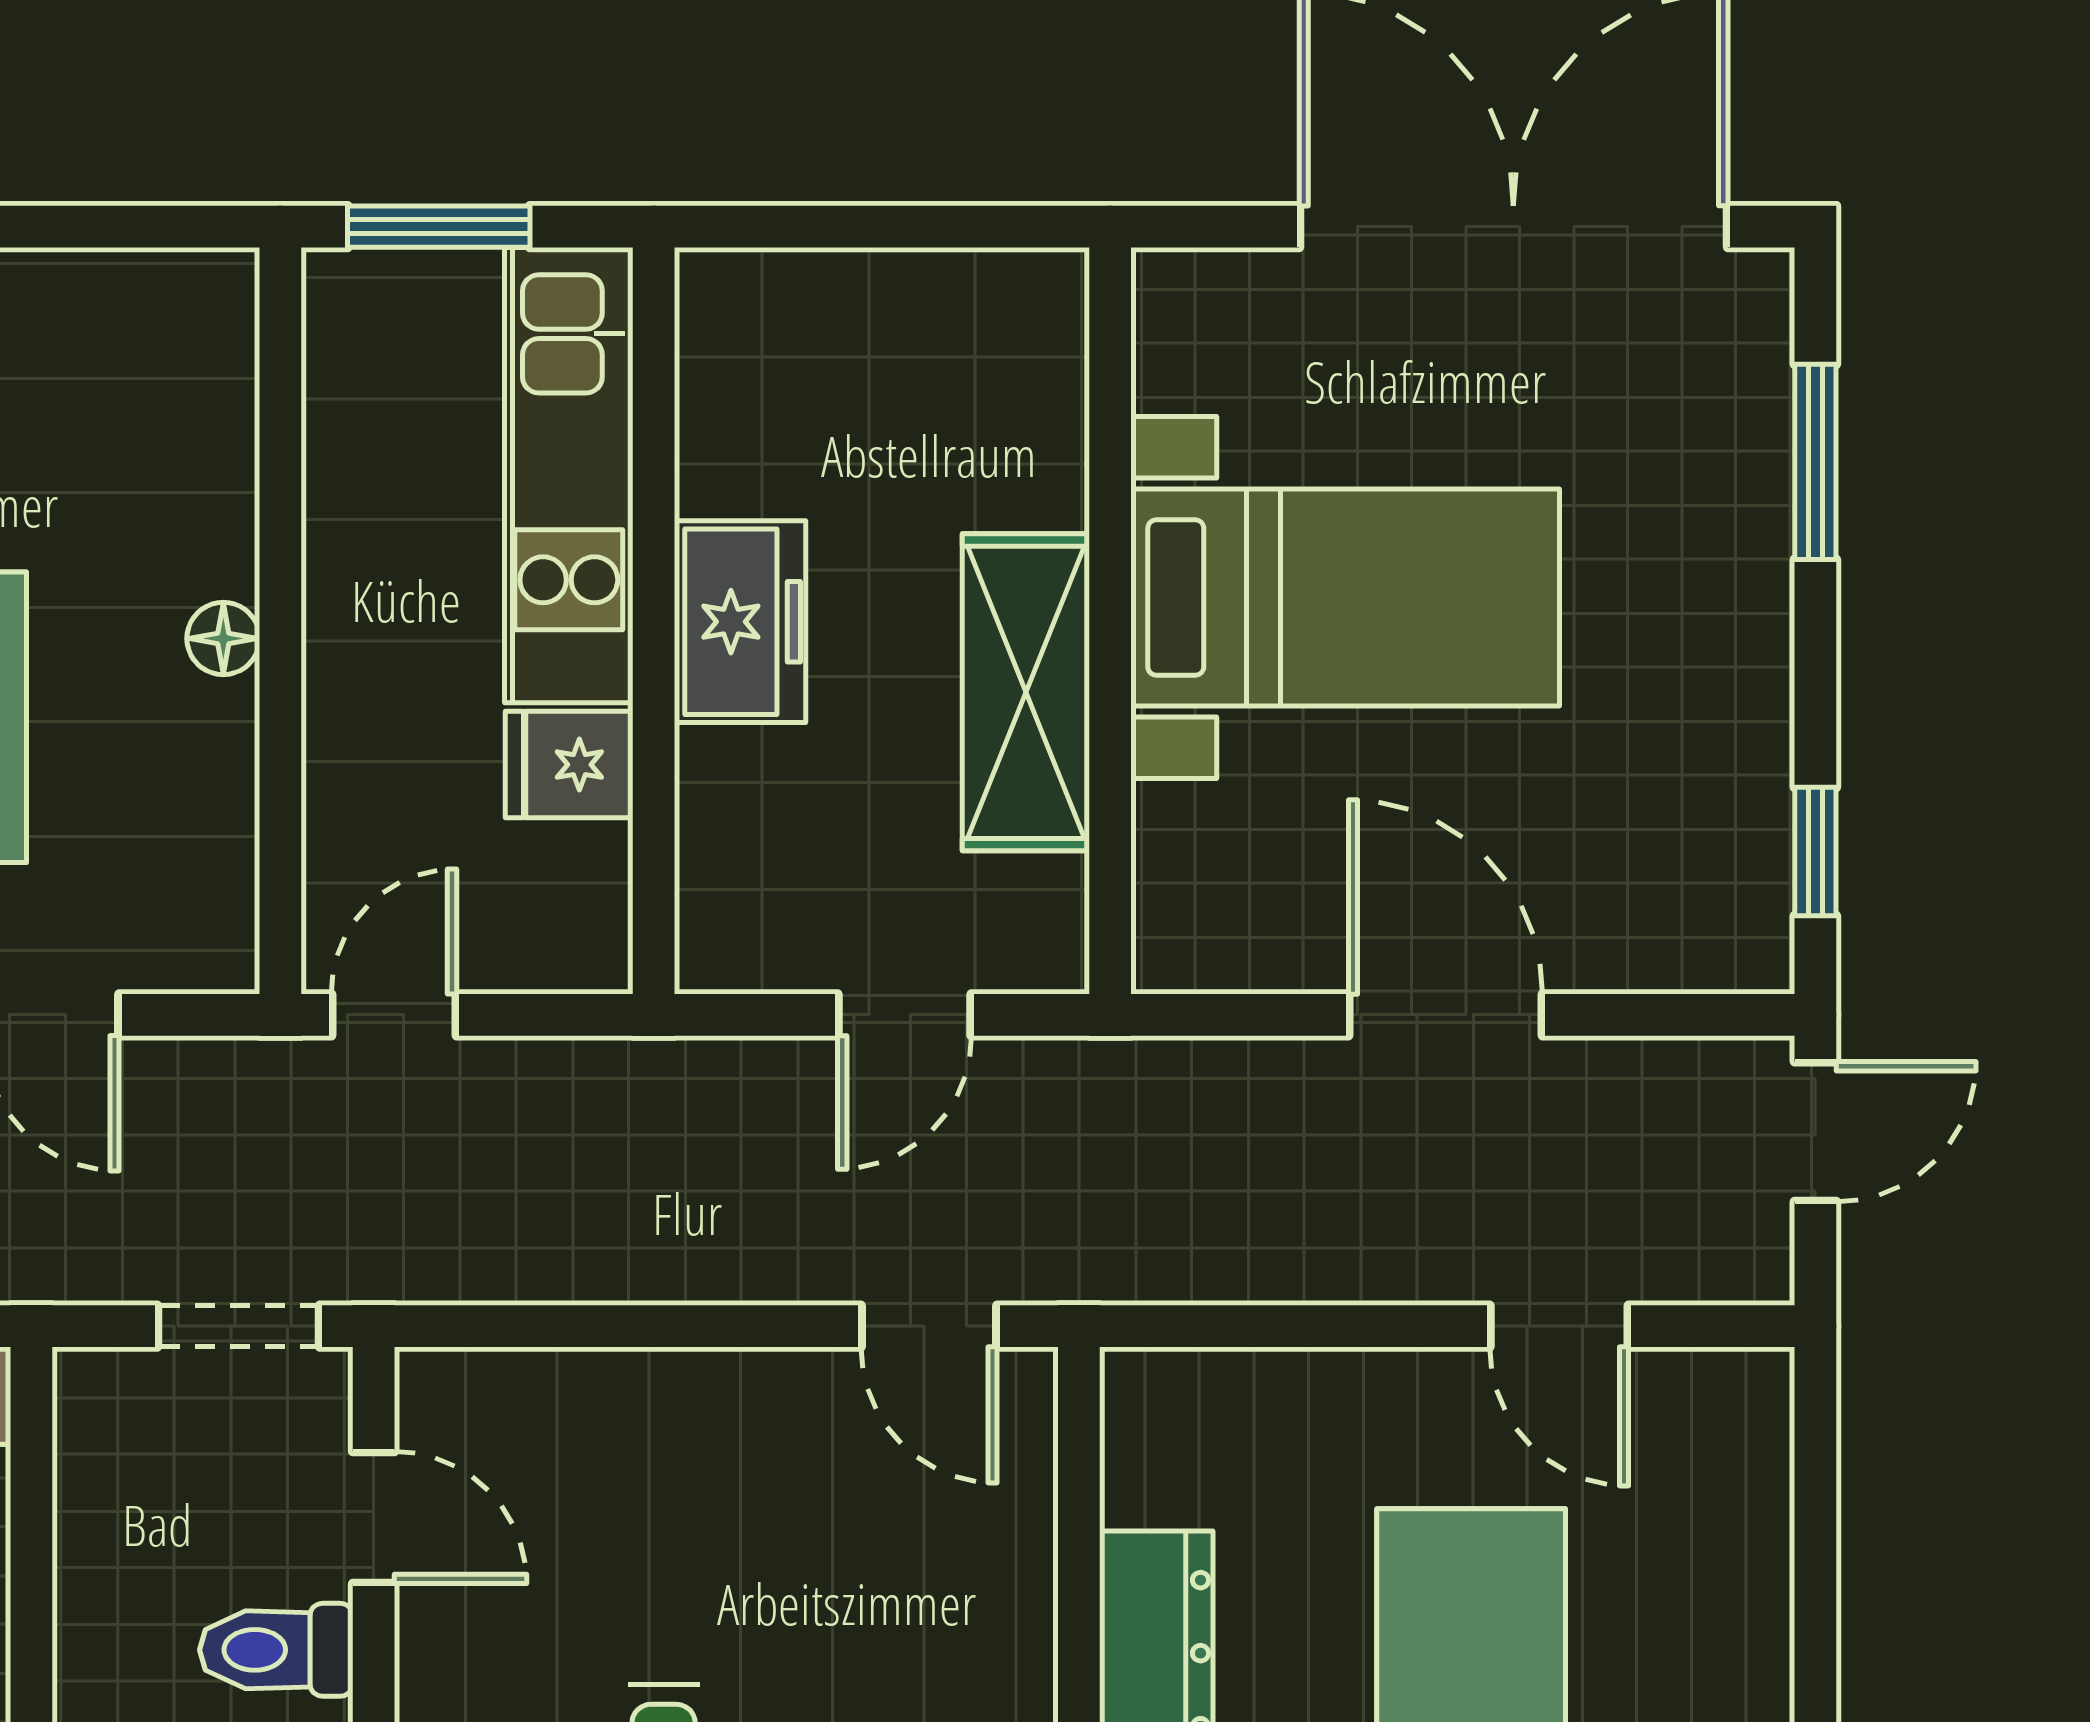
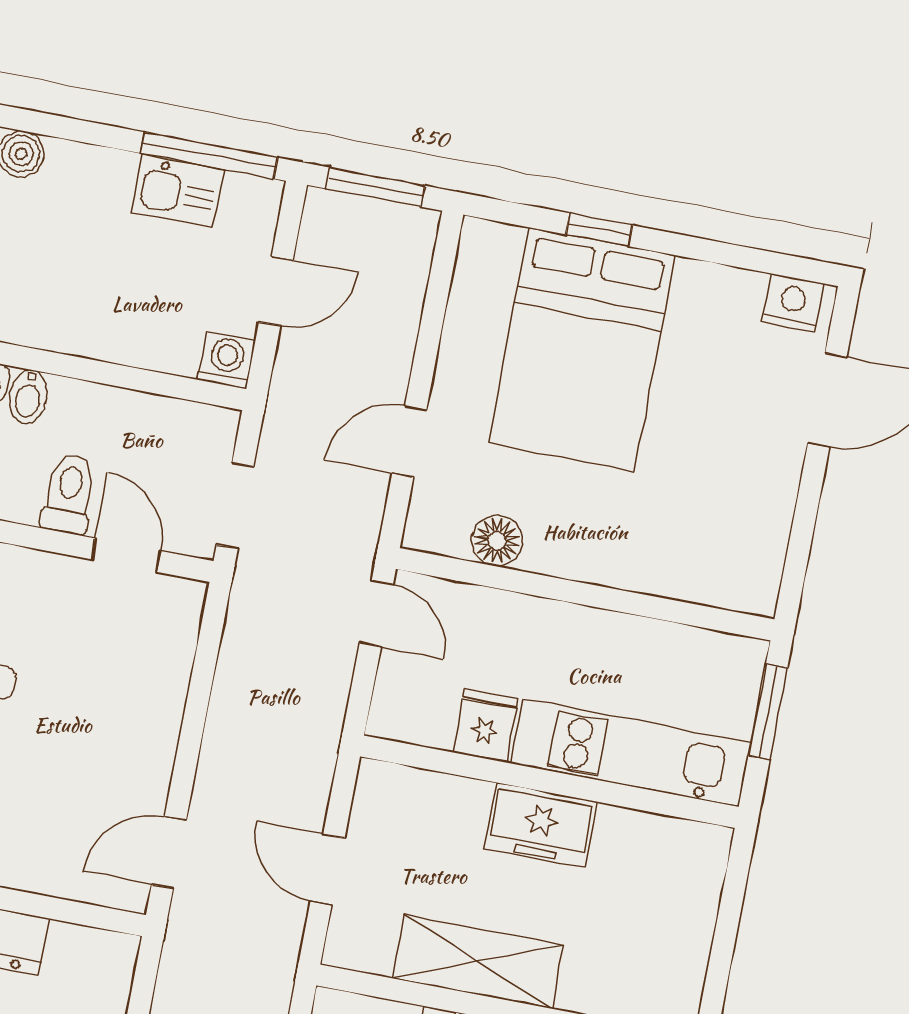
floor lamp: (223, 638) -> (497, 541), moved, width x1.37, depth x1.37
door: (374, 1517) -> (126, 555), swing flipped

